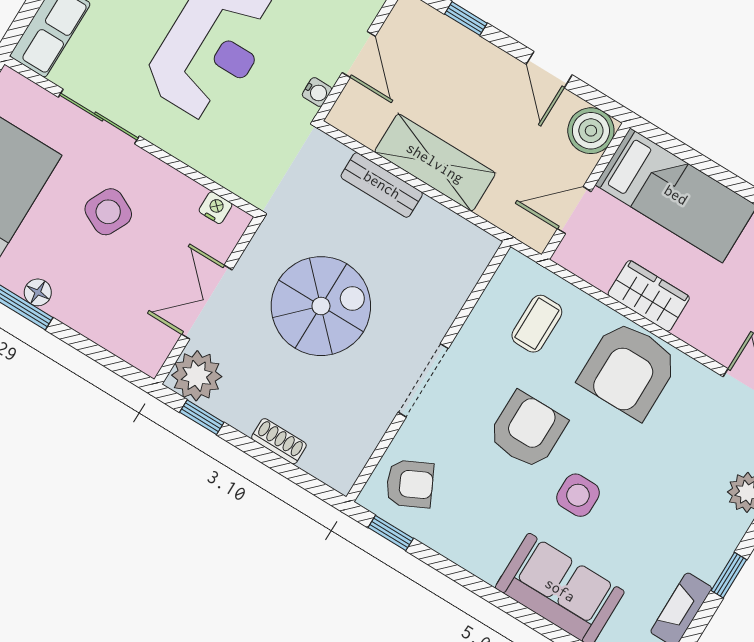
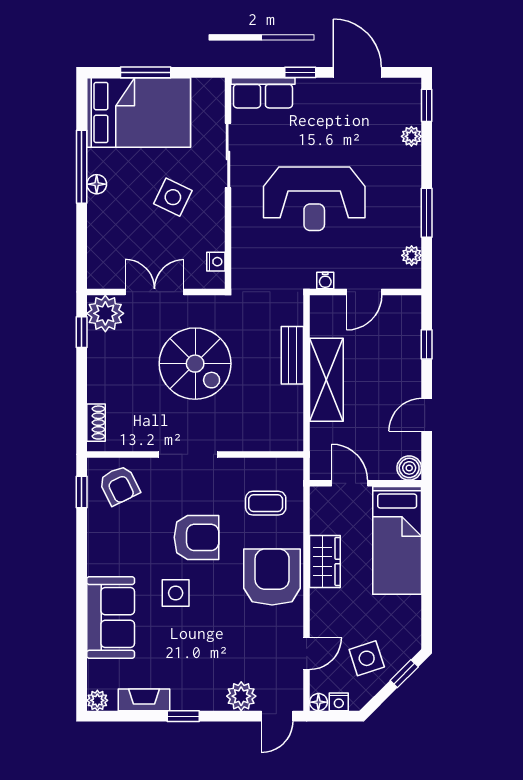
boiler: (591, 131) -> (409, 468), width x0.73, depth x0.73
armchair: (629, 370) -> (272, 577), turned 90
shoe rack: (279, 441) -> (96, 423), moved

